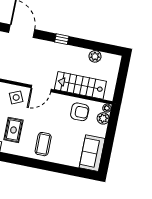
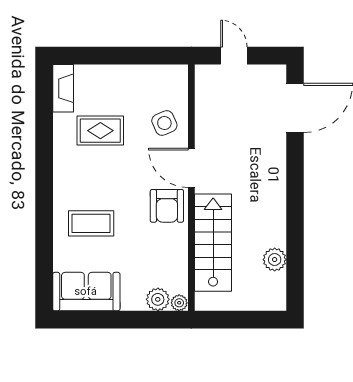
window: (62, 39) -> (295, 189), removed
armchair: (80, 112) -> (167, 206), moved
coffee table: (43, 144) -> (91, 223), moved

